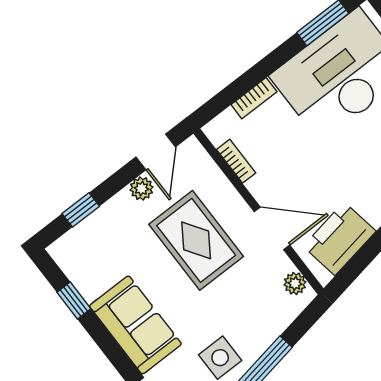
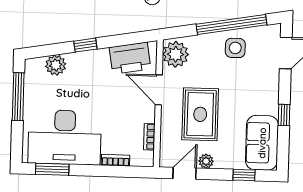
plant: (295, 283) -> (176, 54), width x1.88, depth x1.88
window: (74, 301) -> (284, 115), moved
sofa: (135, 325) -> (262, 143), moved

